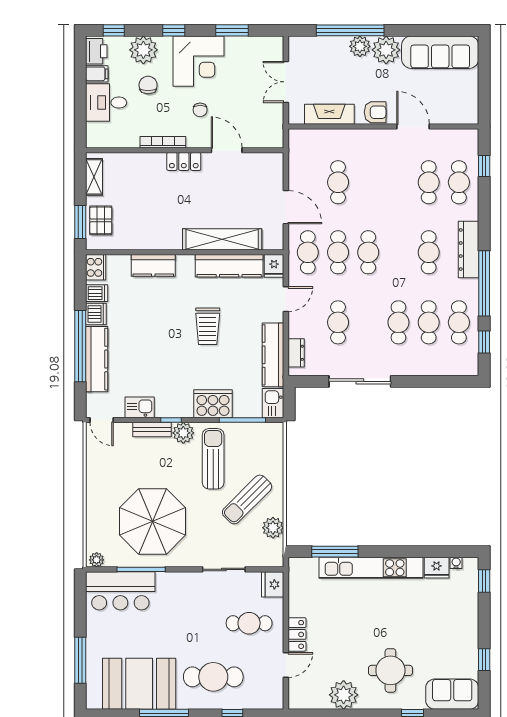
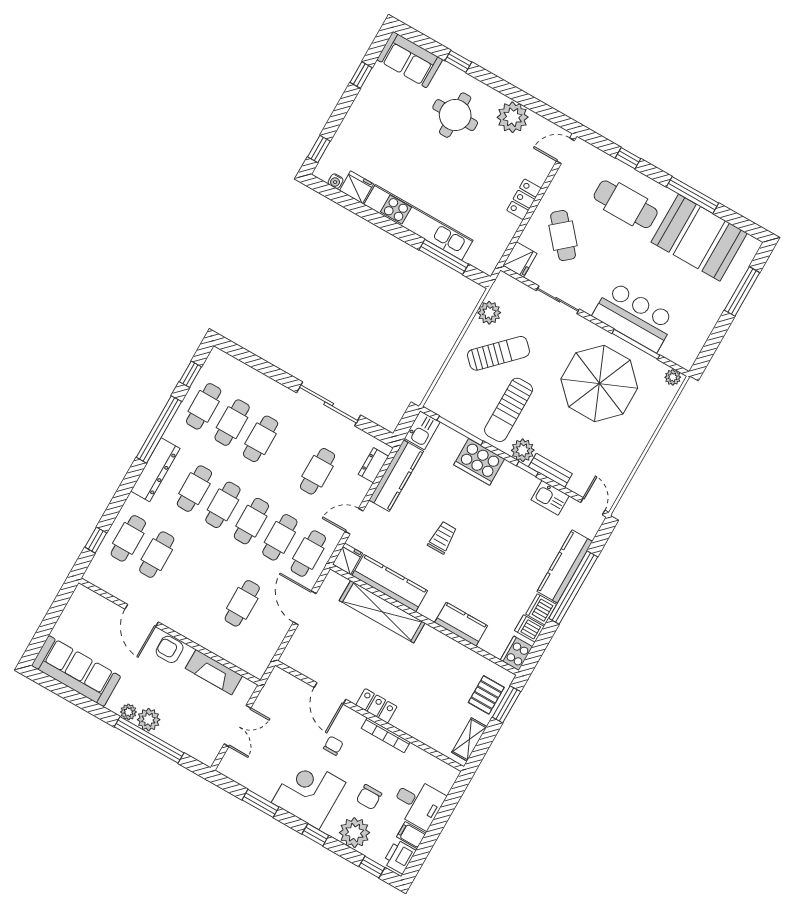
plant: (386, 50) -> (128, 712), width x0.53, depth x0.53
cafe table: (398, 252) -> (223, 505), added
trolley: (208, 326) -> (442, 538), width x0.73, depth x0.72
bar counter: (120, 591) -> (634, 317), moved
cafe table: (249, 623) -> (563, 236), turned 49
door: (286, 665) -> (565, 151), moved

